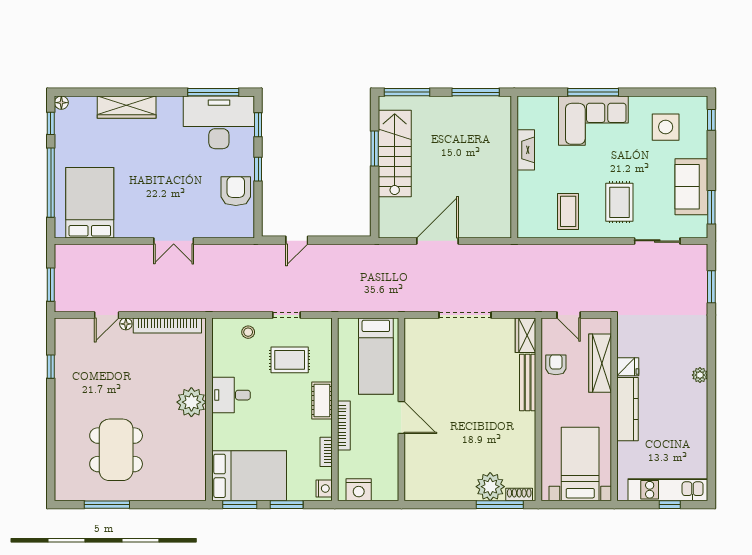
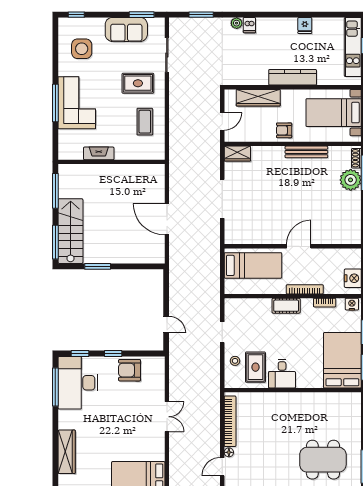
stairs: (395, 153) -> (71, 231), moved, turned 90
coffee table: (568, 211) -> (145, 122), turned 90
door: (107, 315) -> (222, 467), swing flipped
dishwasher: (697, 351) -> (249, 25), added
rug: (290, 360) -> (255, 367), moved
armchair: (556, 365) -> (284, 130), moved
fridge: (628, 367) -> (305, 25), moved, turned 180
plant: (700, 375) -> (237, 23), moved
bench: (528, 383) -> (306, 152), moved
plant: (191, 402) -> (287, 403), removed

